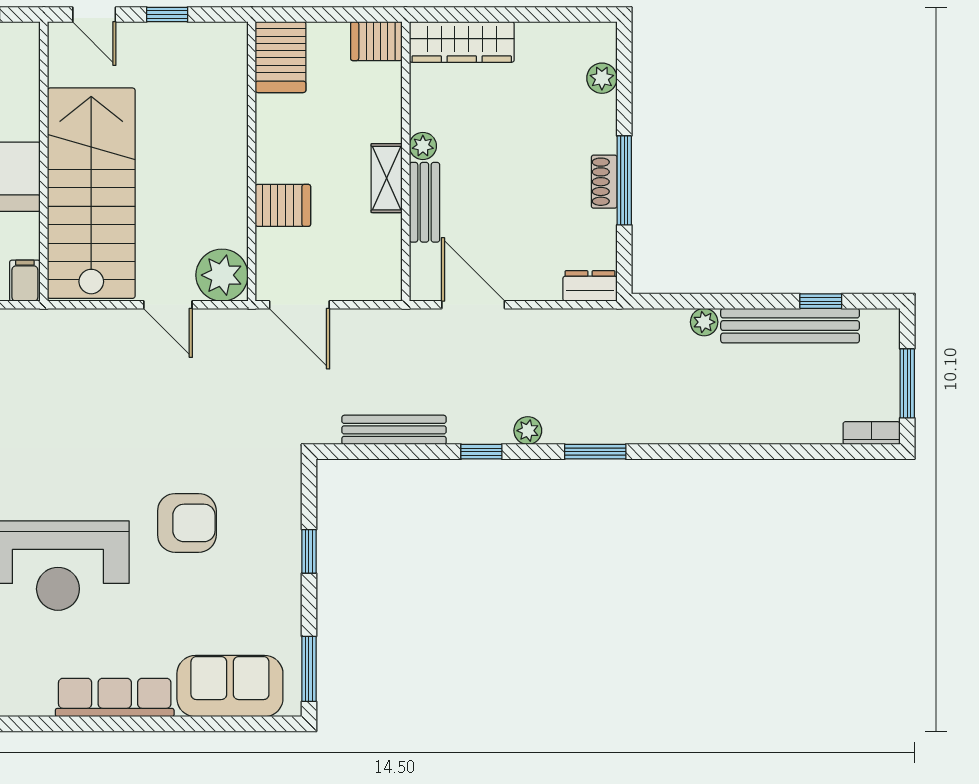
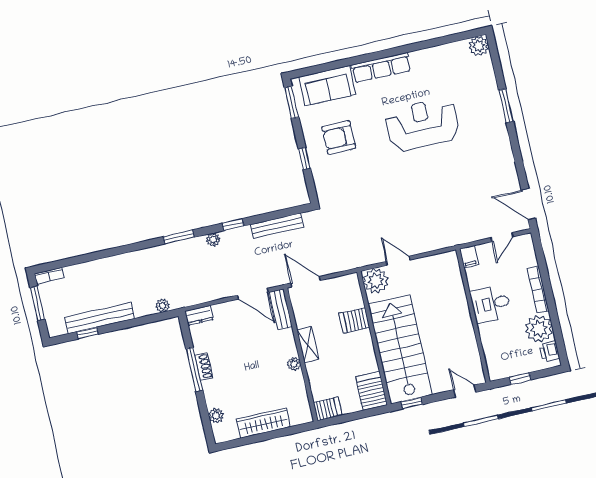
window: (167, 15) -> (412, 403), moved
wardrobe: (462, 42) -> (263, 423), moved
stairs: (91, 193) -> (400, 349), moved, turned 180
bench: (424, 202) -> (281, 309), moved
door: (299, 305) -> (306, 282), moved
plant: (704, 322) -> (163, 306), moved
armchair: (187, 523) -> (339, 138), moved

